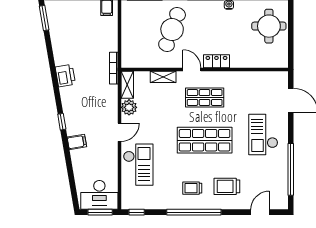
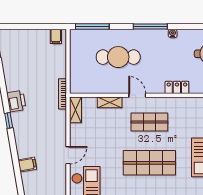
cafe table: (172, 30) -> (118, 57), turned 70
locker: (216, 61) -> (177, 87), moved
plant: (129, 107) -> (77, 131), removed
window: (62, 122) -> (9, 120), moved

